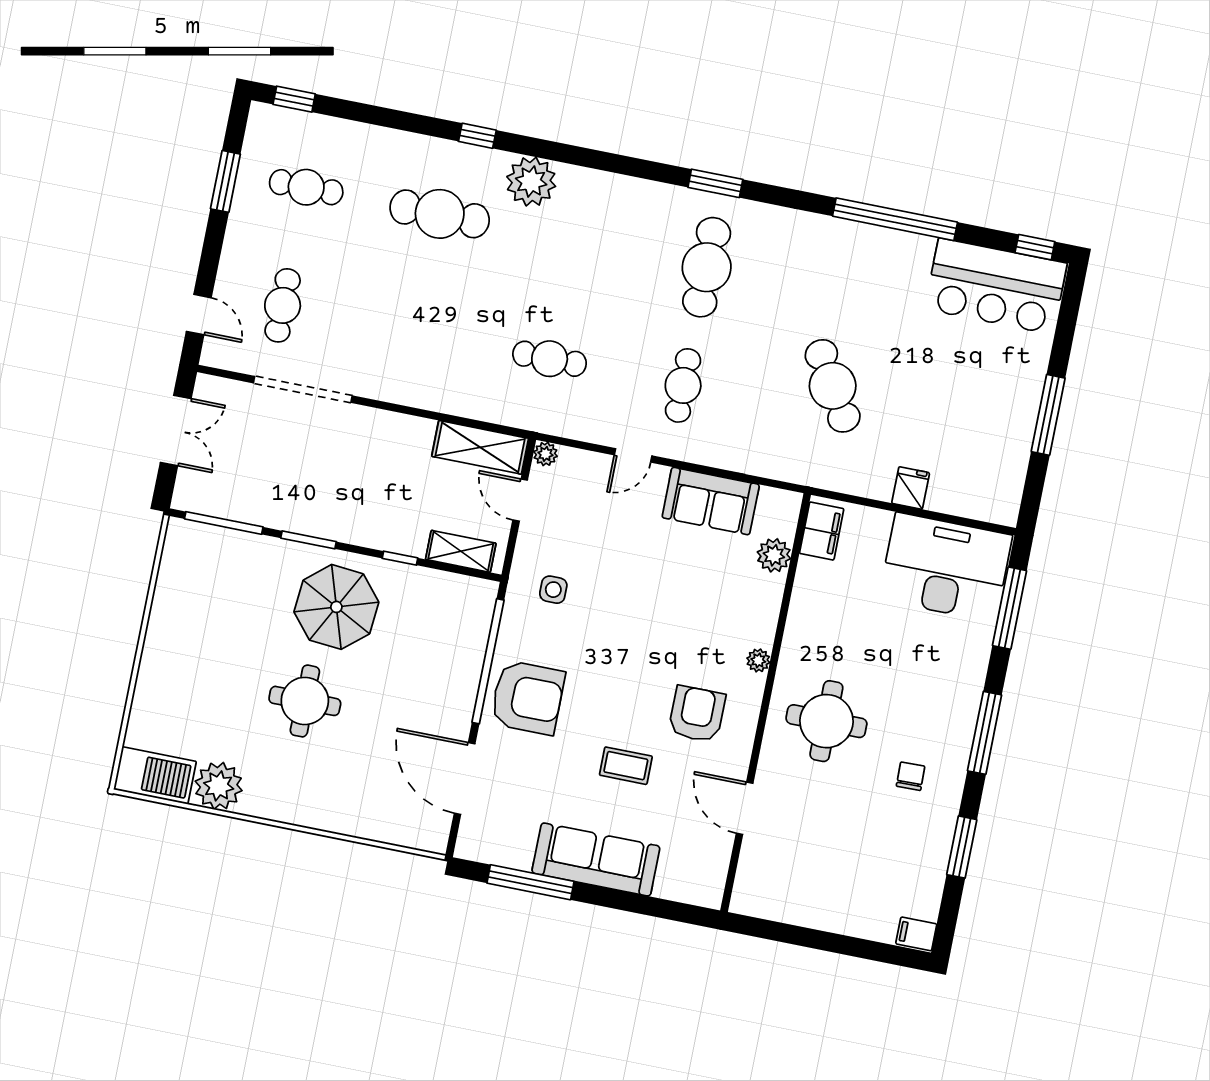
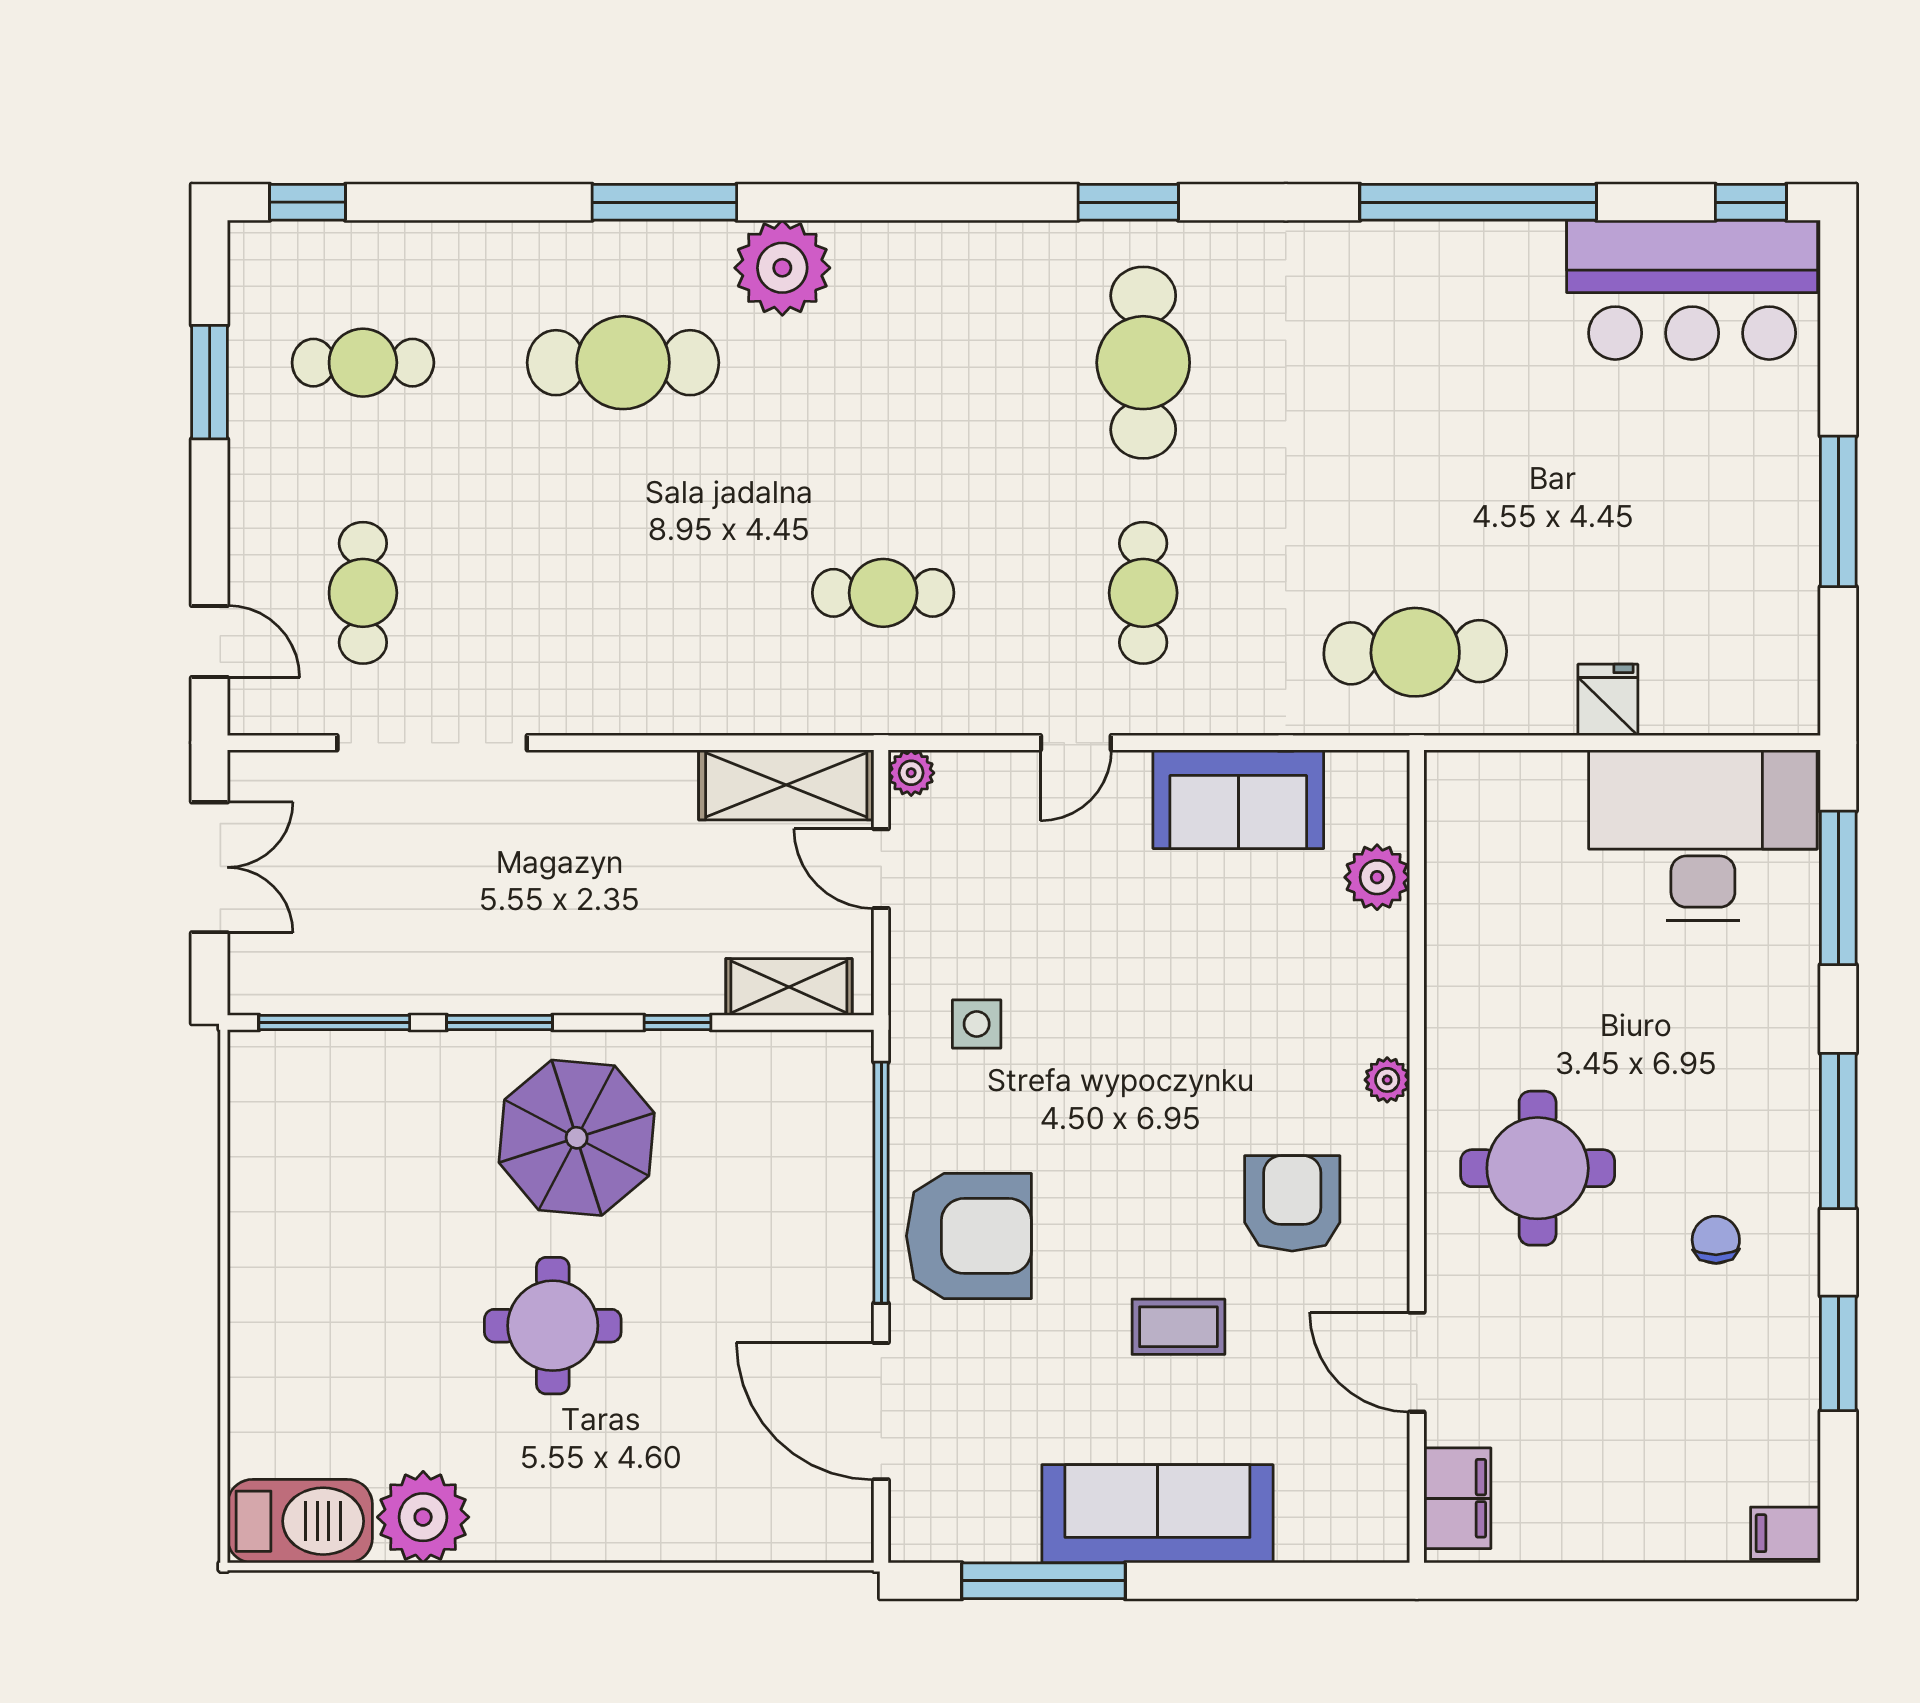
window: (477, 136) -> (664, 202), width x2.17
cafe table: (833, 386) -> (1415, 652), moved, turned -60
filing cabinet: (822, 531) -> (1457, 1498), moved

